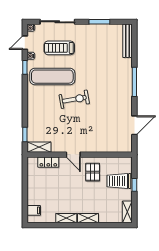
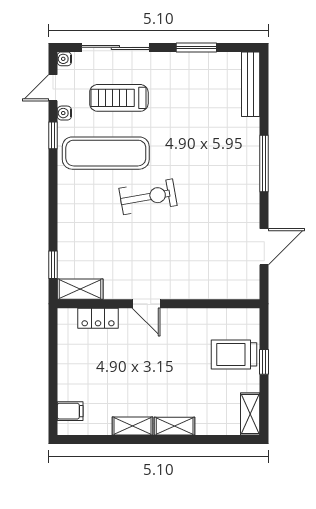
pallet: (93, 172) -> (183, 337), removed

